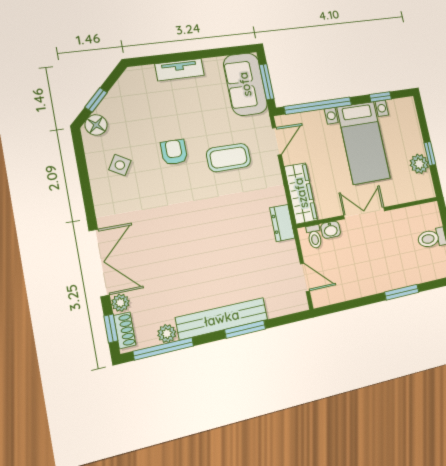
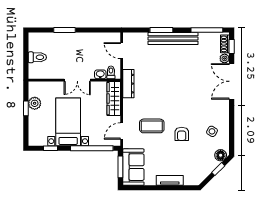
dresser: (282, 223) -> (128, 84), width x1.44
plant: (167, 334) -> (204, 37), removed

